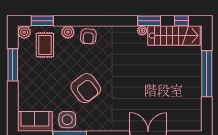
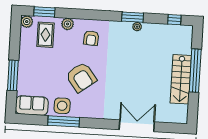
window: (149, 21) -> (133, 17), moved
armchair: (88, 36) -> (91, 38), moved
stairs: (174, 36) -> (181, 79), moved, turned 90
window: (13, 65) -> (13, 75), moved

